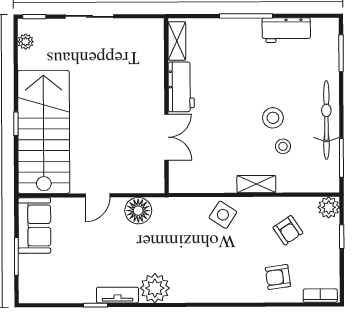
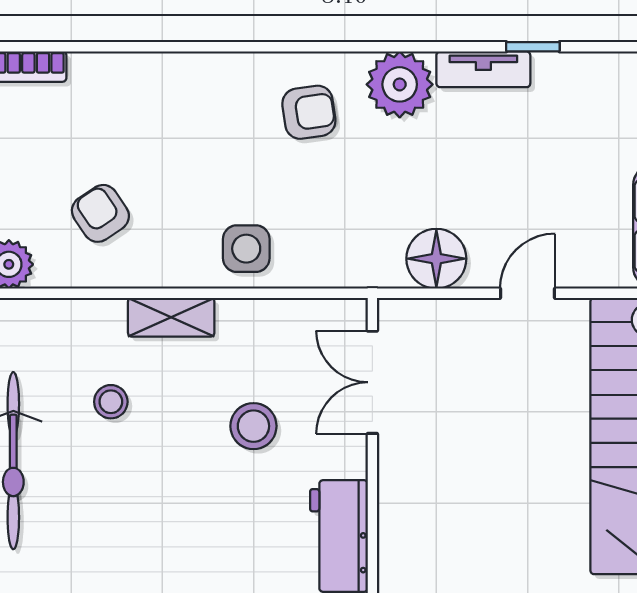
stool: (273, 118) -> (253, 426), moved
double door: (166, 137) -> (372, 382), moved
side table: (223, 215) -> (246, 249), turned -33
armchair: (278, 277) -> (309, 112), moved

